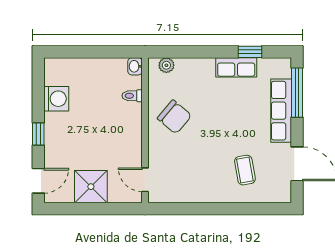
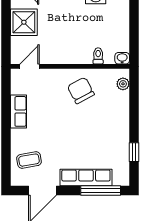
row of seats: (236, 67) -> (19, 111), moved, turned 180
chair: (174, 117) -> (81, 90), turned 112
coffee table: (245, 170) -> (29, 160), moved

